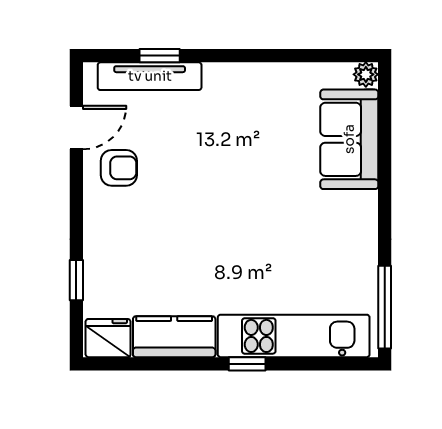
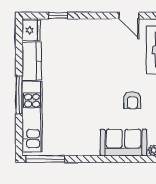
armchair: (119, 168) -> (132, 100), moved
window: (247, 364) -> (19, 95), width x2.17

